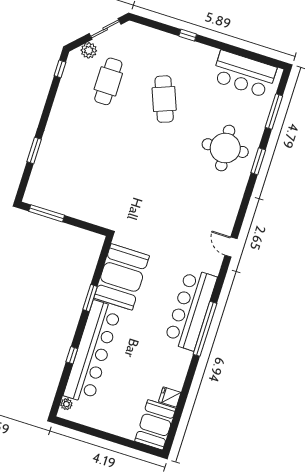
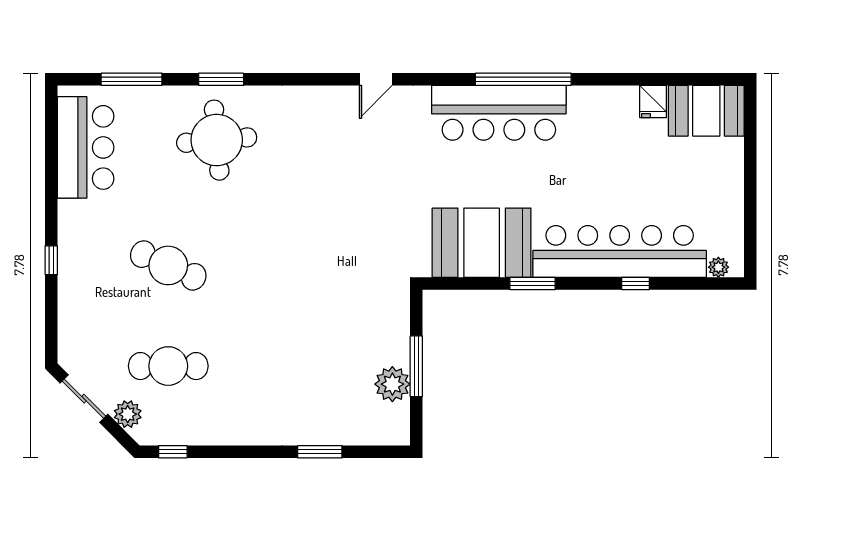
cafe table: (164, 99) -> (168, 265), turned 45
plant: (59, 203) -> (392, 384), added
window: (47, 213) -> (416, 366), moved

